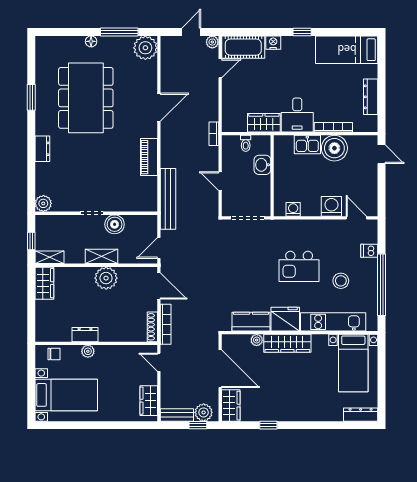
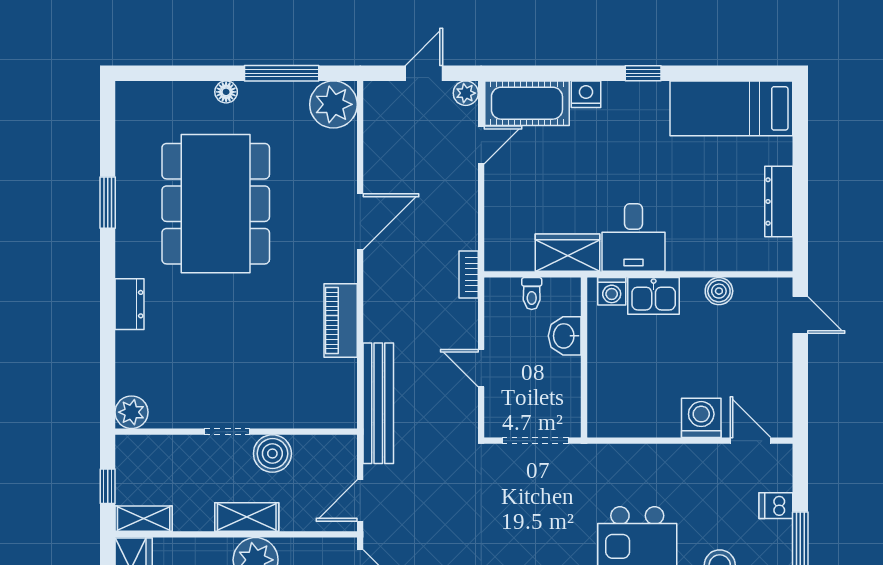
bookcase: (333, 127) -> (705, 262), removed
boiler: (334, 148) -> (719, 291), width x0.54, depth x0.54
washing machine: (293, 209) -> (612, 291), moved, turned 180

